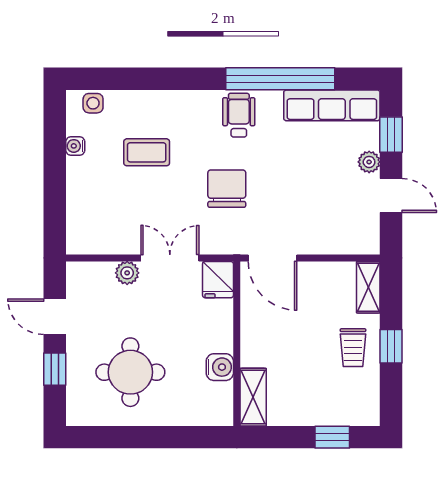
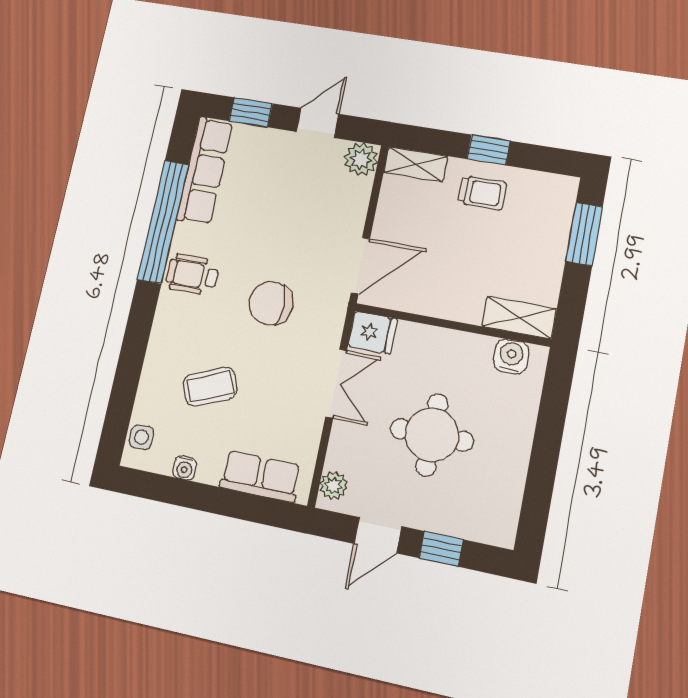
coffee table: (147, 152) -> (210, 387), turned 67
plant: (369, 162) -> (361, 159), moved, width x1.38, depth x1.38
row of seats: (81, 211) -> (260, 476), added
double door: (170, 258) -> (336, 384), swing flipped
plant: (127, 273) -> (333, 486), moved
water cooler: (220, 367) -> (511, 356), moved
round table: (130, 372) -> (432, 435), moved
window: (332, 437) -> (584, 234), width x1.50

